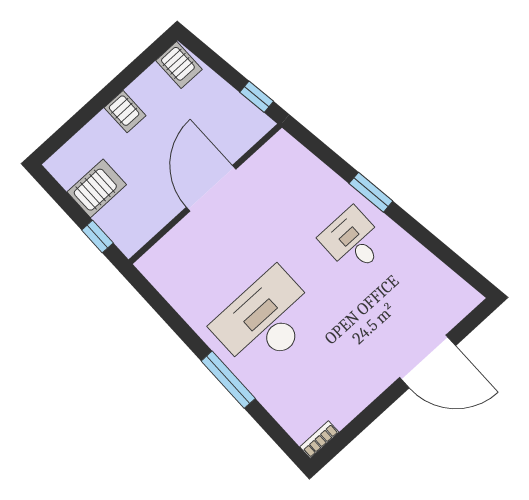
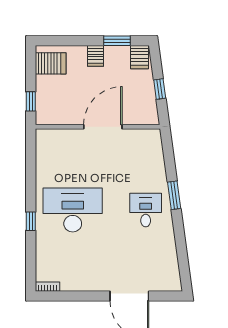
window: (134, 70) -> (117, 41), added
window: (257, 97) -> (160, 89), moved
server rack: (97, 188) -> (51, 63), moved
window: (228, 380) -> (31, 221), width x0.46

